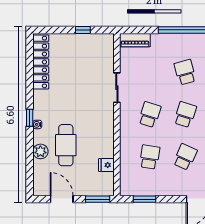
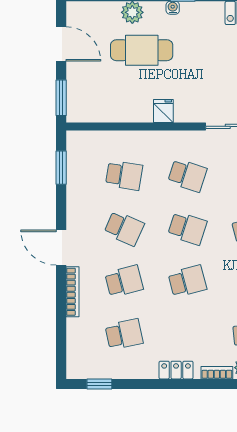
fridge: (106, 165) -> (163, 111), moved
door: (62, 199) -> (61, 44), hinge flipped

